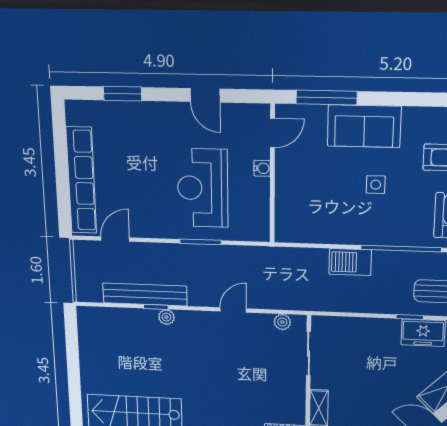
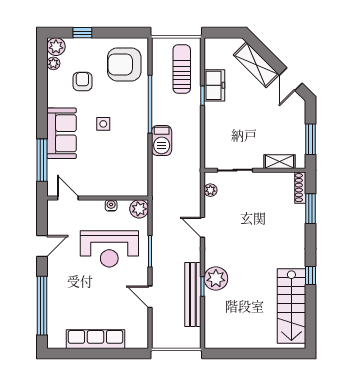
window: (123, 94) -> (42, 306), width x2.11
water cooler: (262, 168) -> (111, 205), moved
row of seats: (81, 180) -> (96, 339), width x0.73
plant: (257, 229) -> (139, 209), added
door: (115, 239) -> (150, 297), moved
plant: (166, 317) -> (216, 279), width x1.88, depth x1.88

